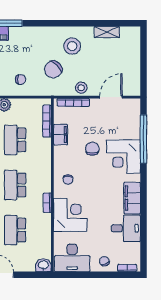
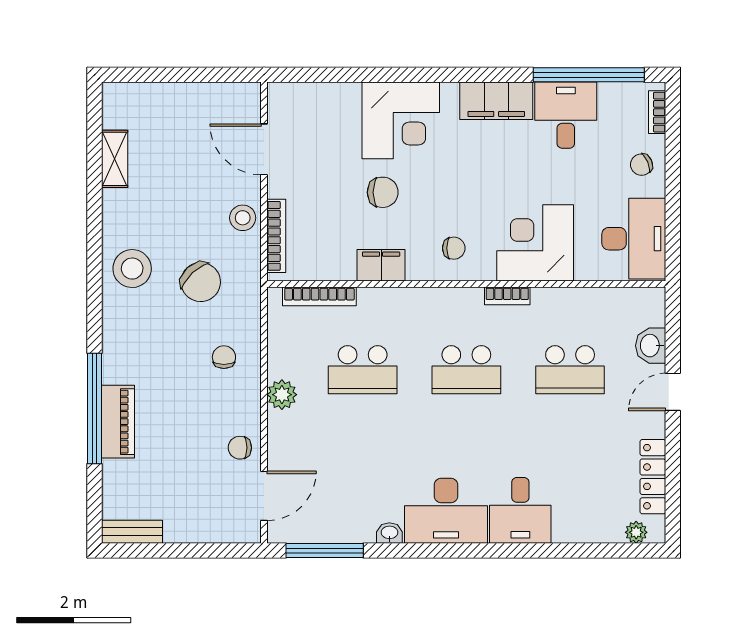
stool: (72, 46) -> (132, 269), moved
filing cabinet: (61, 135) -> (381, 265), moved
window: (143, 139) -> (589, 75), moved
chair: (92, 149) -> (383, 192), turned 180
washbasin: (43, 265) -> (651, 346), moved

